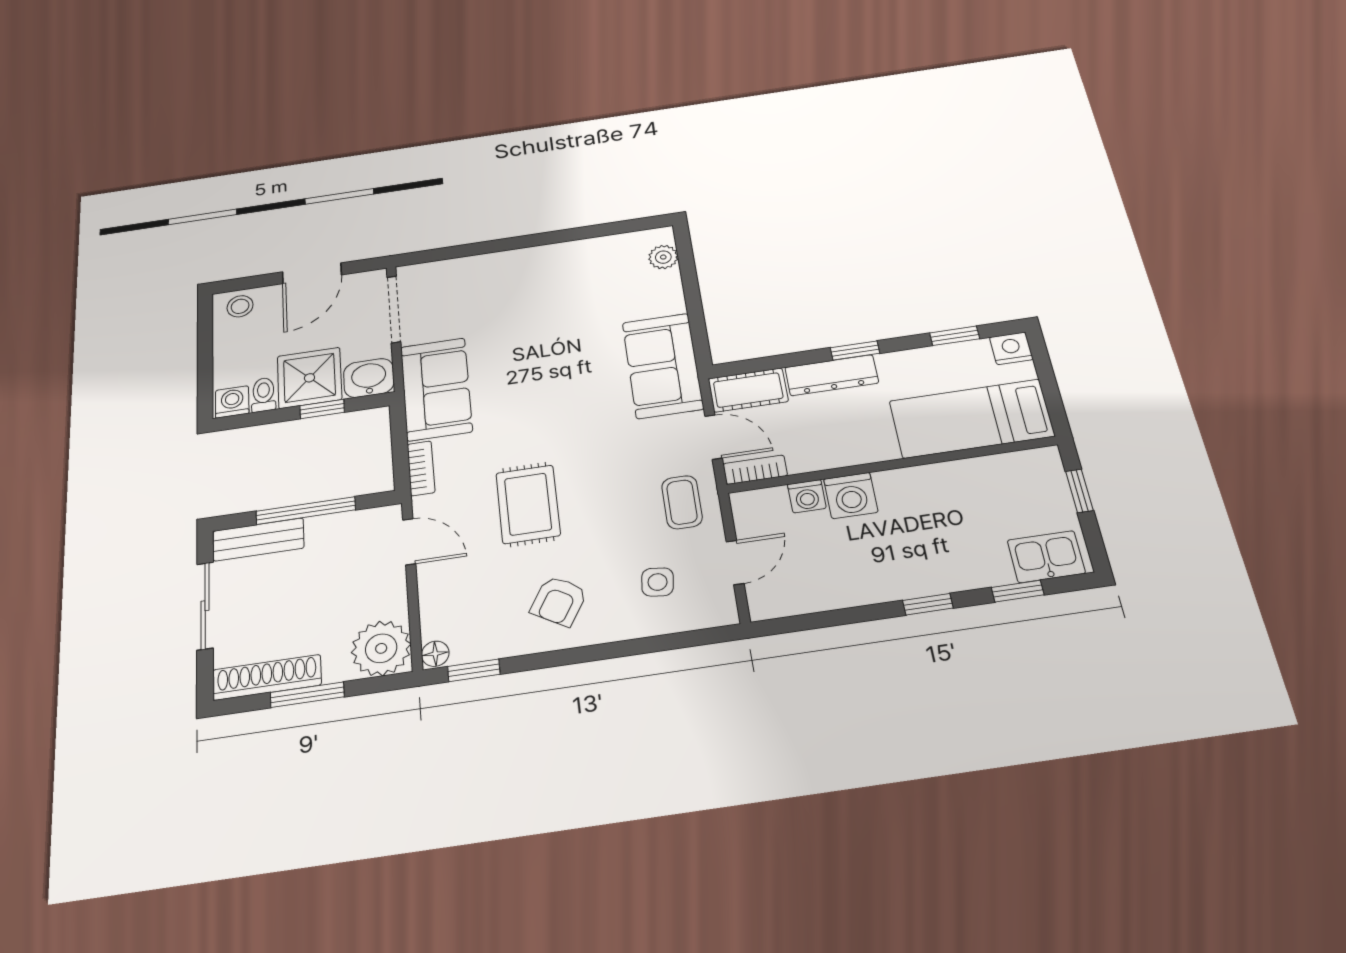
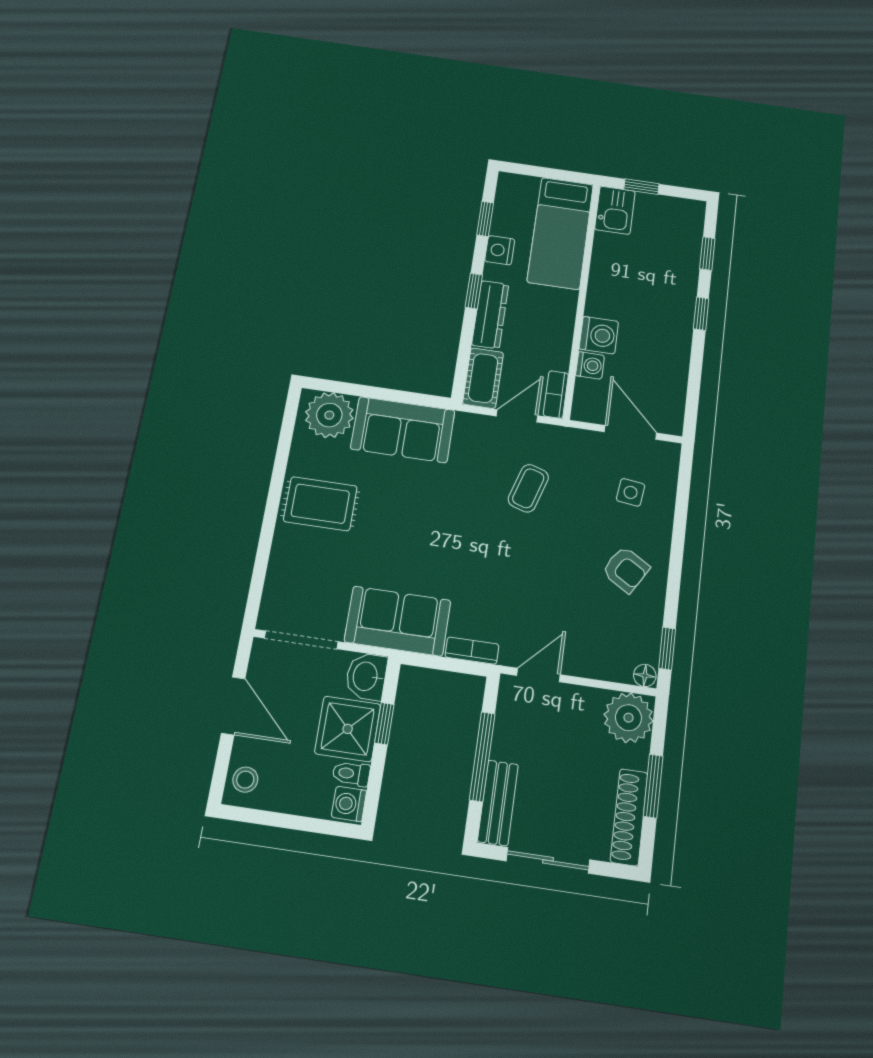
plant: (663, 257) -> (329, 415), width x1.88, depth x1.88
nightstand: (1011, 348) -> (500, 250), moved
sofa: (663, 365) -> (403, 430), moved
coffee table: (682, 502) -> (528, 488), moved, turned -73
rug: (528, 504) -> (320, 504), moved
kitchen sink: (1046, 557) -> (615, 210), moved, turned 180
door: (735, 562) -> (630, 432), width x1.38

